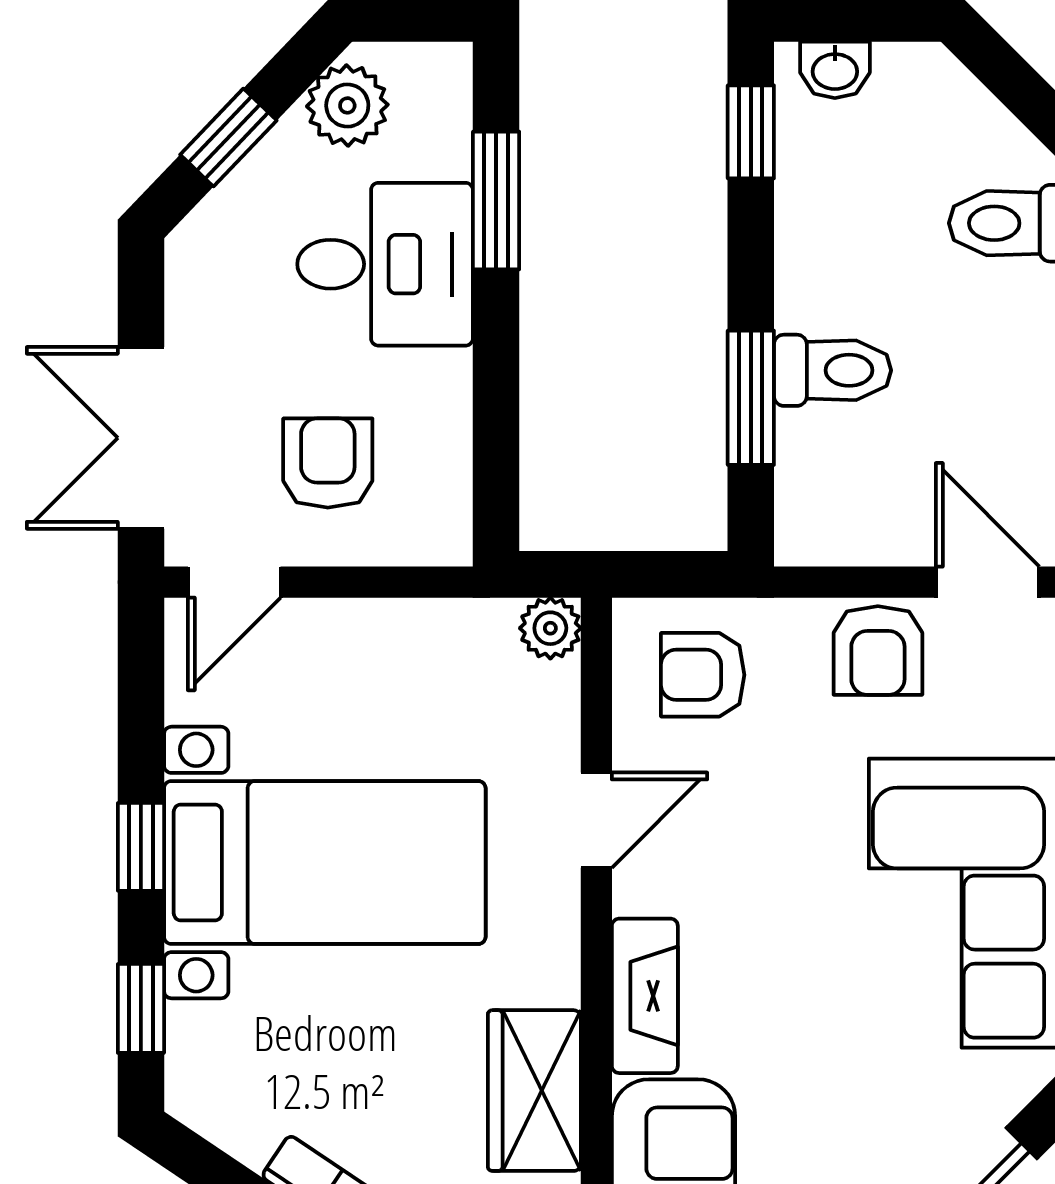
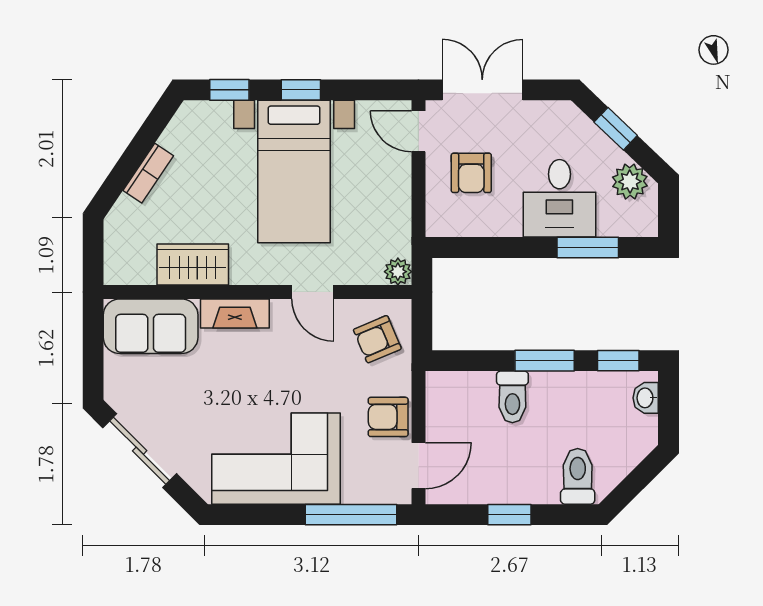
window: (751, 398) -> (545, 361), moved
armchair: (328, 463) -> (471, 173), turned 90
armchair: (703, 675) -> (377, 339), turned -113

